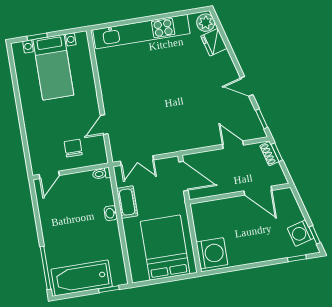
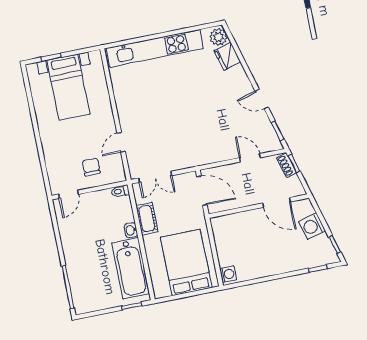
washing machine: (301, 233) -> (312, 226), moved
washing machine: (212, 253) -> (228, 274), width x0.53, depth x0.53
bathtub: (82, 278) -> (131, 268), moved, turned -90

